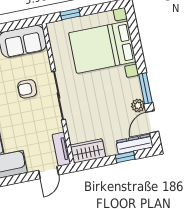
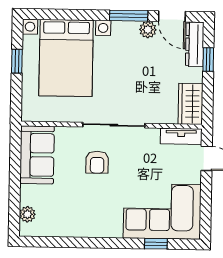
window: (70, 14) -> (17, 61), moved

